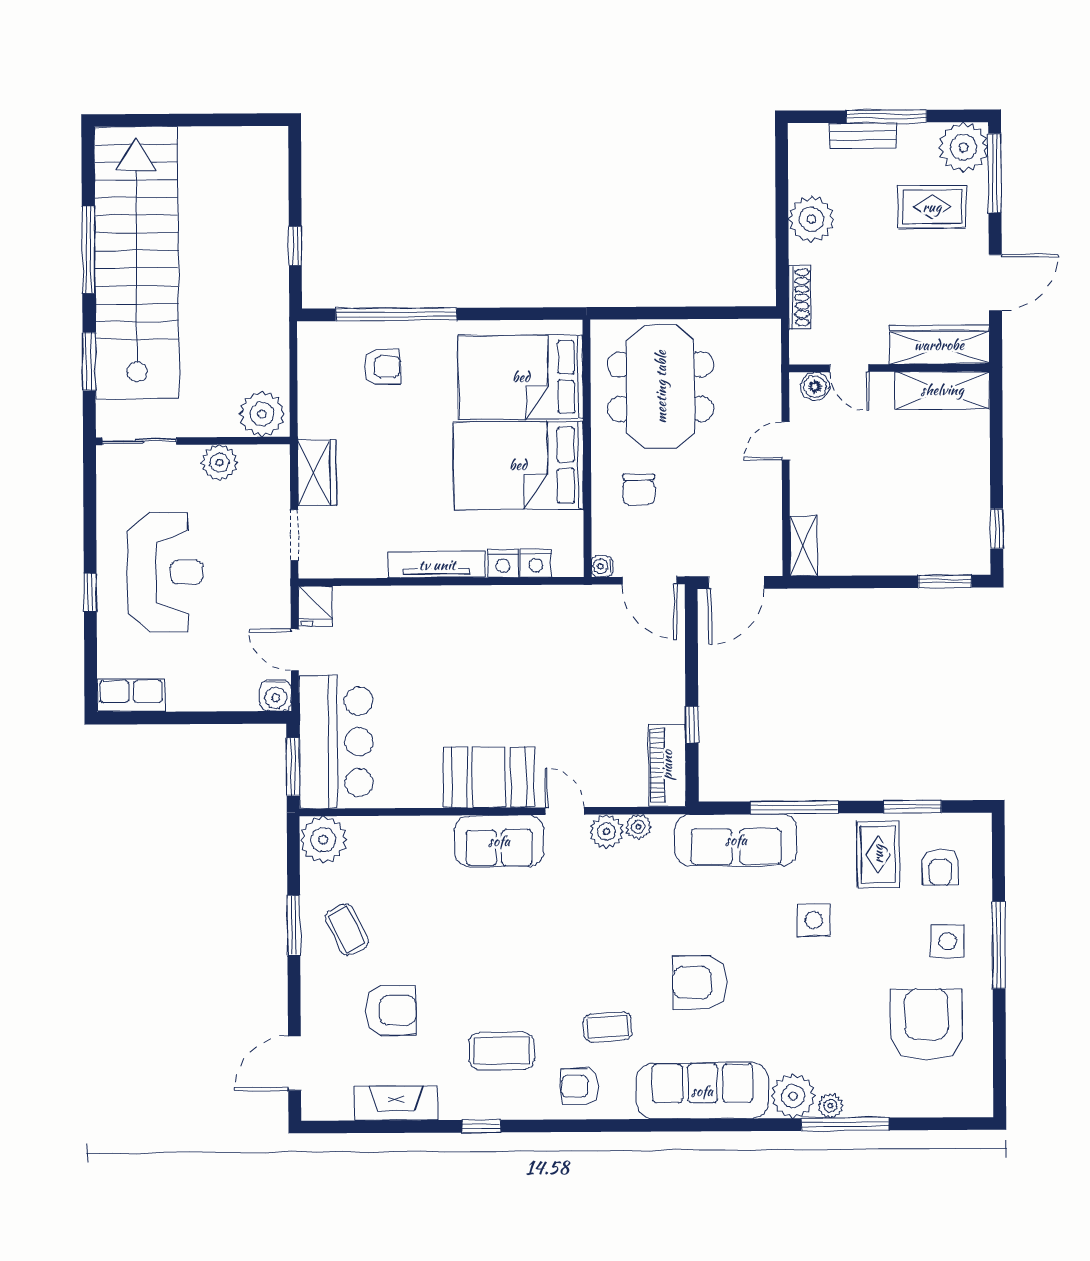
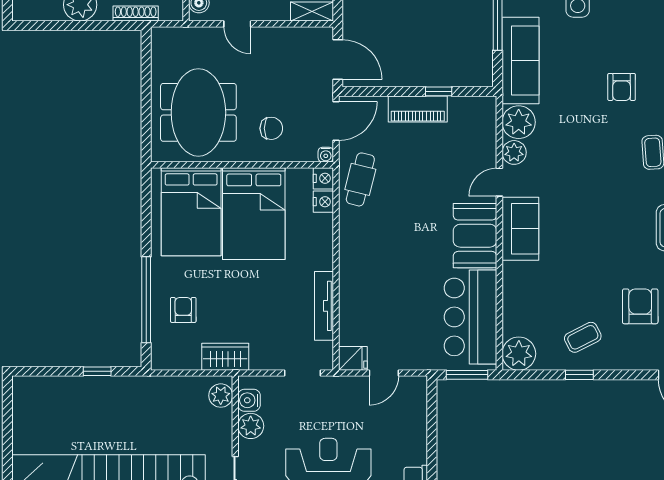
meeting table: (661, 387) -> (198, 112), turned 90
plant: (262, 414) -> (221, 396), width x0.73, depth x0.73
wardrobe: (317, 472) -> (225, 357), moved
nightstand: (503, 563) -> (323, 178), moved
tv unit: (437, 565) -> (324, 306), moved
cafe table: (567, 615) -> (360, 179), added
water cooler: (276, 695) -> (249, 400), moved, turned 180
bar counter: (336, 742) -> (470, 317), moved, turned -90
piano: (667, 765) -> (418, 109), moved
plant: (638, 827) -> (519, 122), width x1.88, depth x1.88
window: (294, 925) -> (579, 375), width x0.67
armchair: (700, 982) -> (622, 87), width x0.72, depth x0.72

